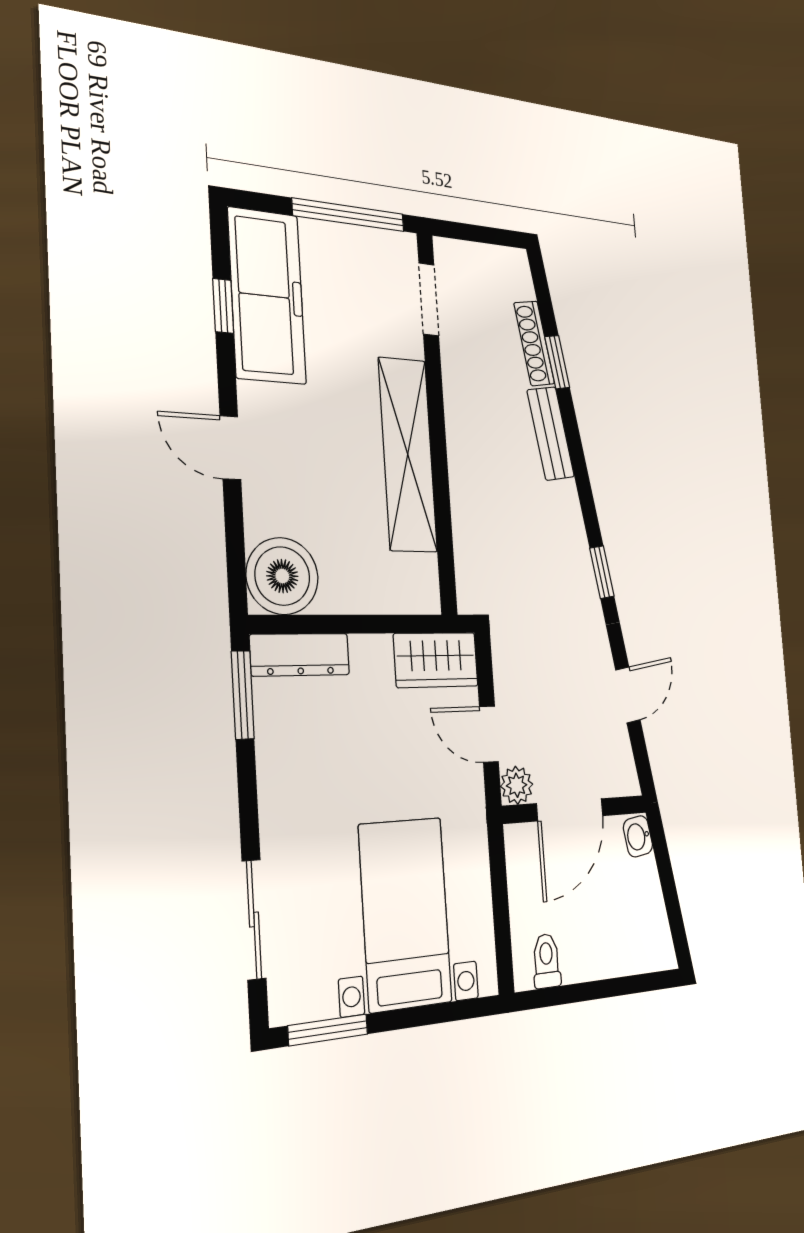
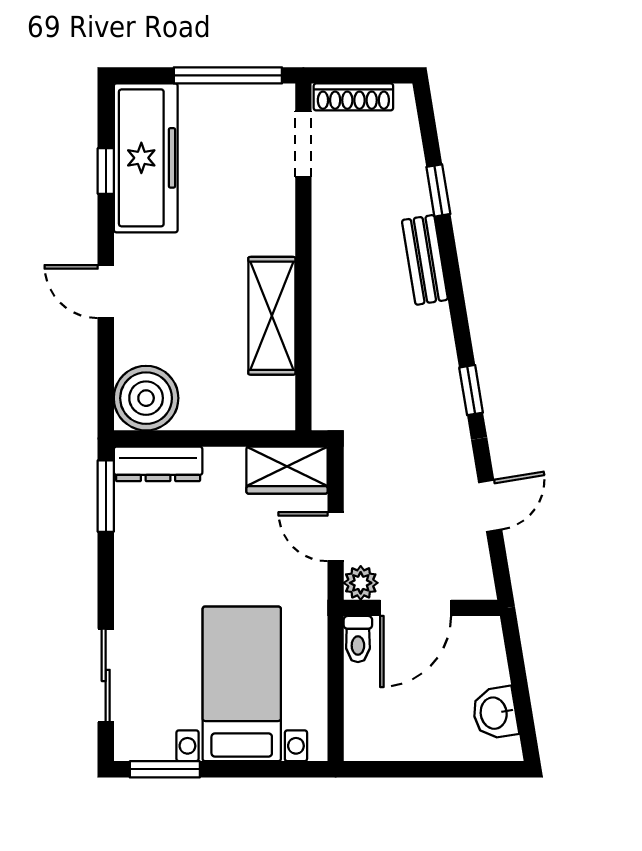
shoe rack: (534, 343) -> (353, 97), moved, turned -81
shelving: (408, 455) -> (272, 316), width x0.68
washbasin: (638, 836) -> (495, 713), moved, width x1.38, depth x1.45
toilet: (546, 961) -> (358, 639), moved, turned 180

